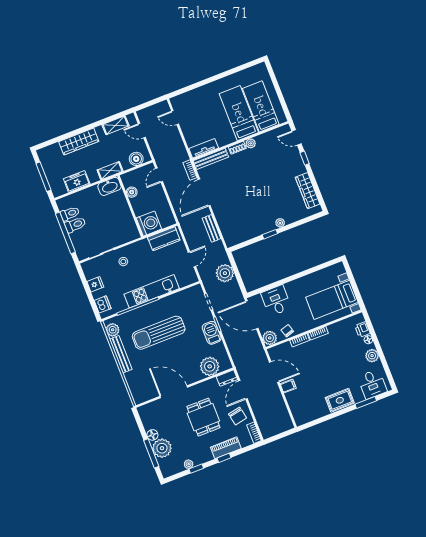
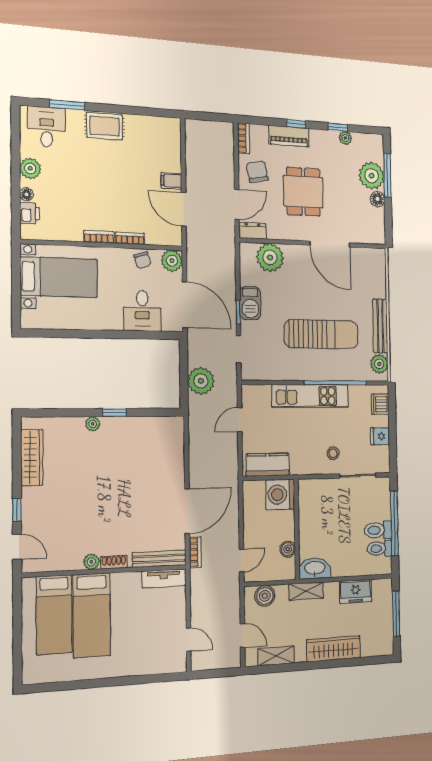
bench: (212, 228) -> (196, 454), removed

